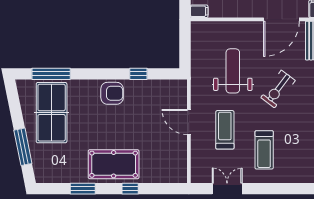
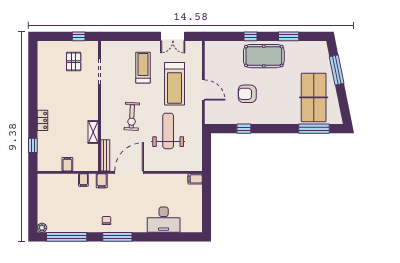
weight bench: (233, 71) -> (168, 131), turned 180
exercise bike: (278, 89) -> (132, 116), turned 146
armchair: (112, 93) -> (247, 94), moved
treadmill: (225, 130) -> (174, 84), width x1.37, depth x1.38

